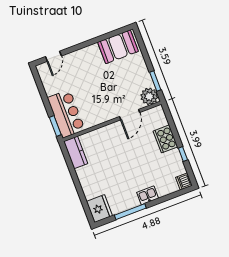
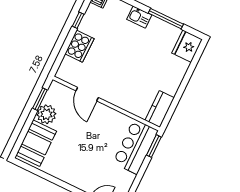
booth: (118, 47) -> (36, 143), moved, turned 90
plant: (149, 96) -> (46, 114), moved
door: (130, 115) -> (87, 94), swing flipped

